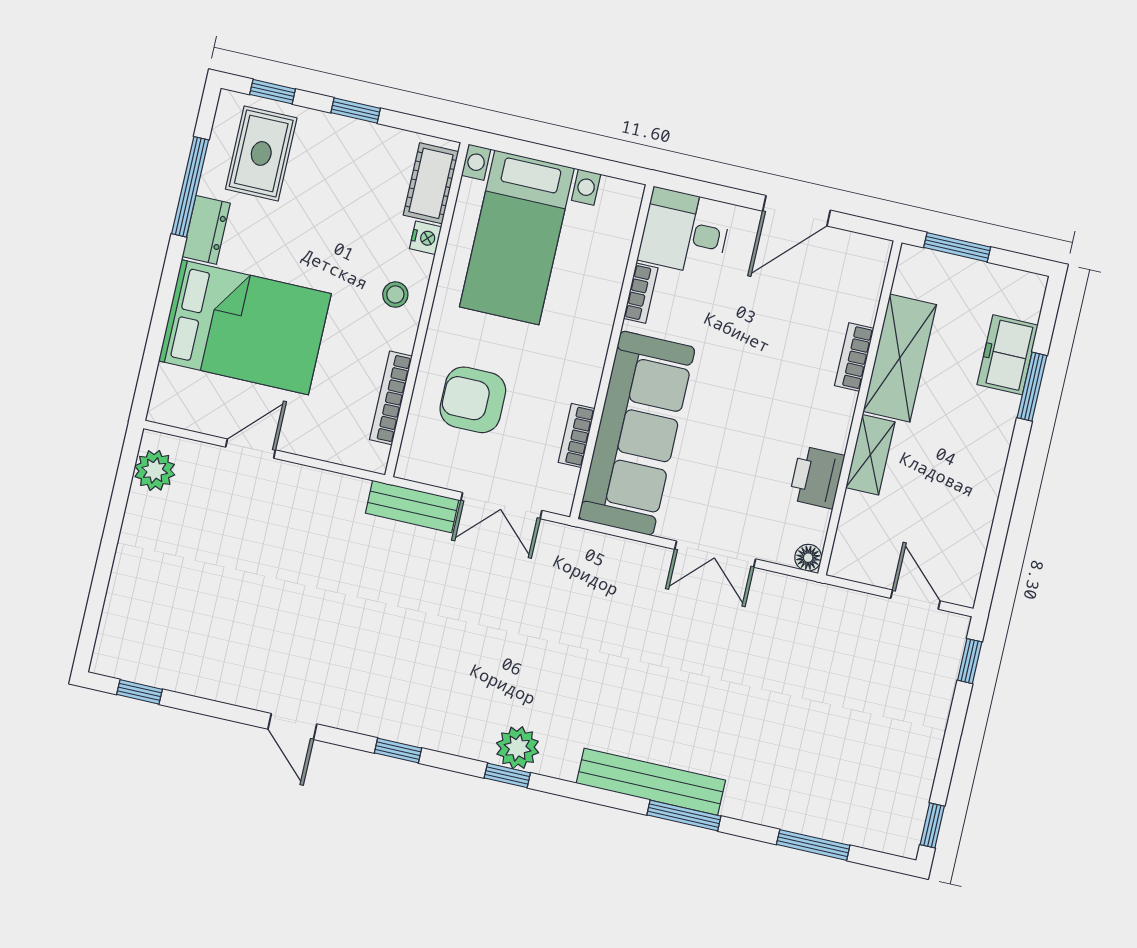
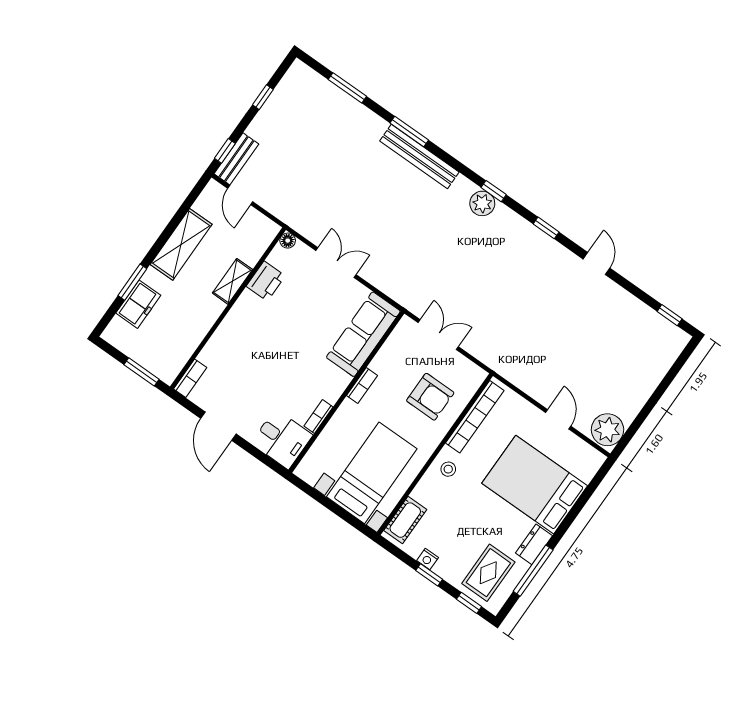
door: (797, 211) -> (218, 426), swing flipped
nightstand: (426, 238) -> (428, 559), moved, turned -90
bookcase: (854, 357) -> (190, 378), moved
shelving: (900, 358) -> (181, 244), moved
bookcase: (391, 398) -> (475, 417), width x1.48, depth x1.31
sofa: (637, 433) -> (363, 334), width x0.74, depth x0.79
bookcase: (577, 436) -> (362, 386), moved
door: (250, 449) -> (558, 419), swing flipped
plant: (155, 470) -> (607, 430), width x1.36, depth x1.36
bench: (412, 506) -> (236, 159), moved, turned 90
window: (932, 825) -> (263, 97), moved

